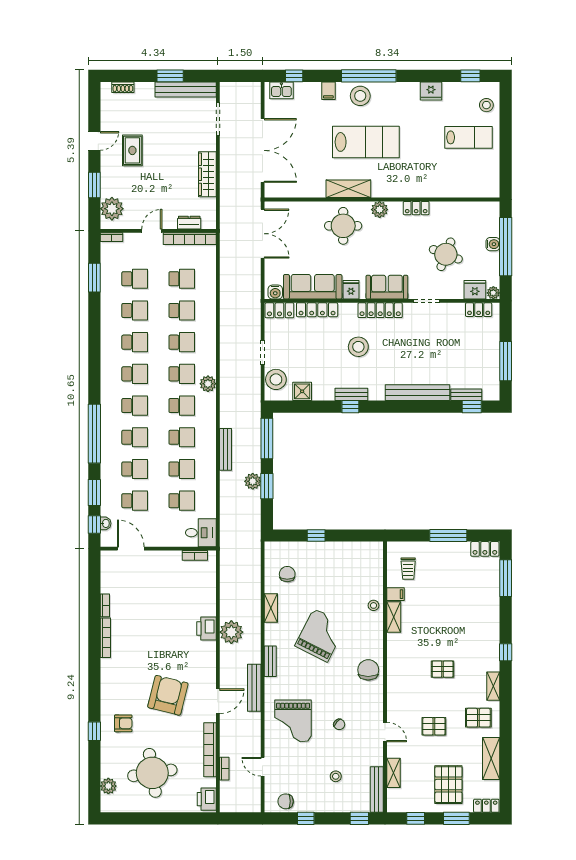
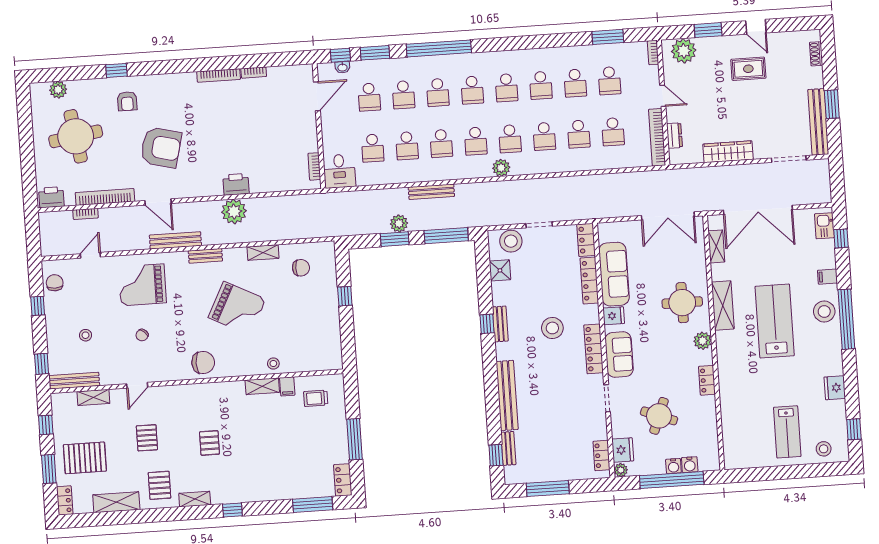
lab bench: (366, 142) -> (775, 321), turned 180
shelving: (294, 191) -> (716, 246), added
water cooler: (275, 292) -> (690, 465), moved, turned -90

